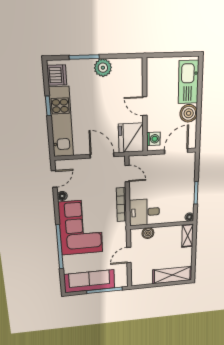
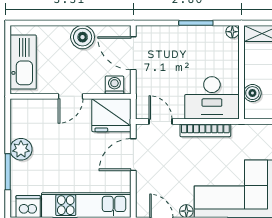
kitchen sink: (189, 82) -> (23, 62), moved, turned -90
door: (127, 174) -> (161, 122), hinge flipped
desk: (144, 212) -> (212, 98), width x1.37

